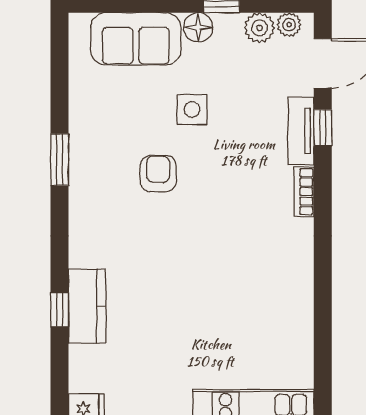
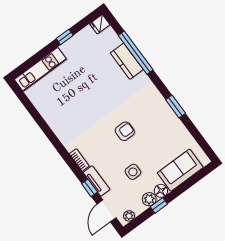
plant: (259, 28) -> (149, 199), moved
side table: (192, 110) -> (133, 172), moved
armchair: (158, 174) -> (125, 131), moved, turned -90
window: (60, 310) -> (136, 53), width x3.17

